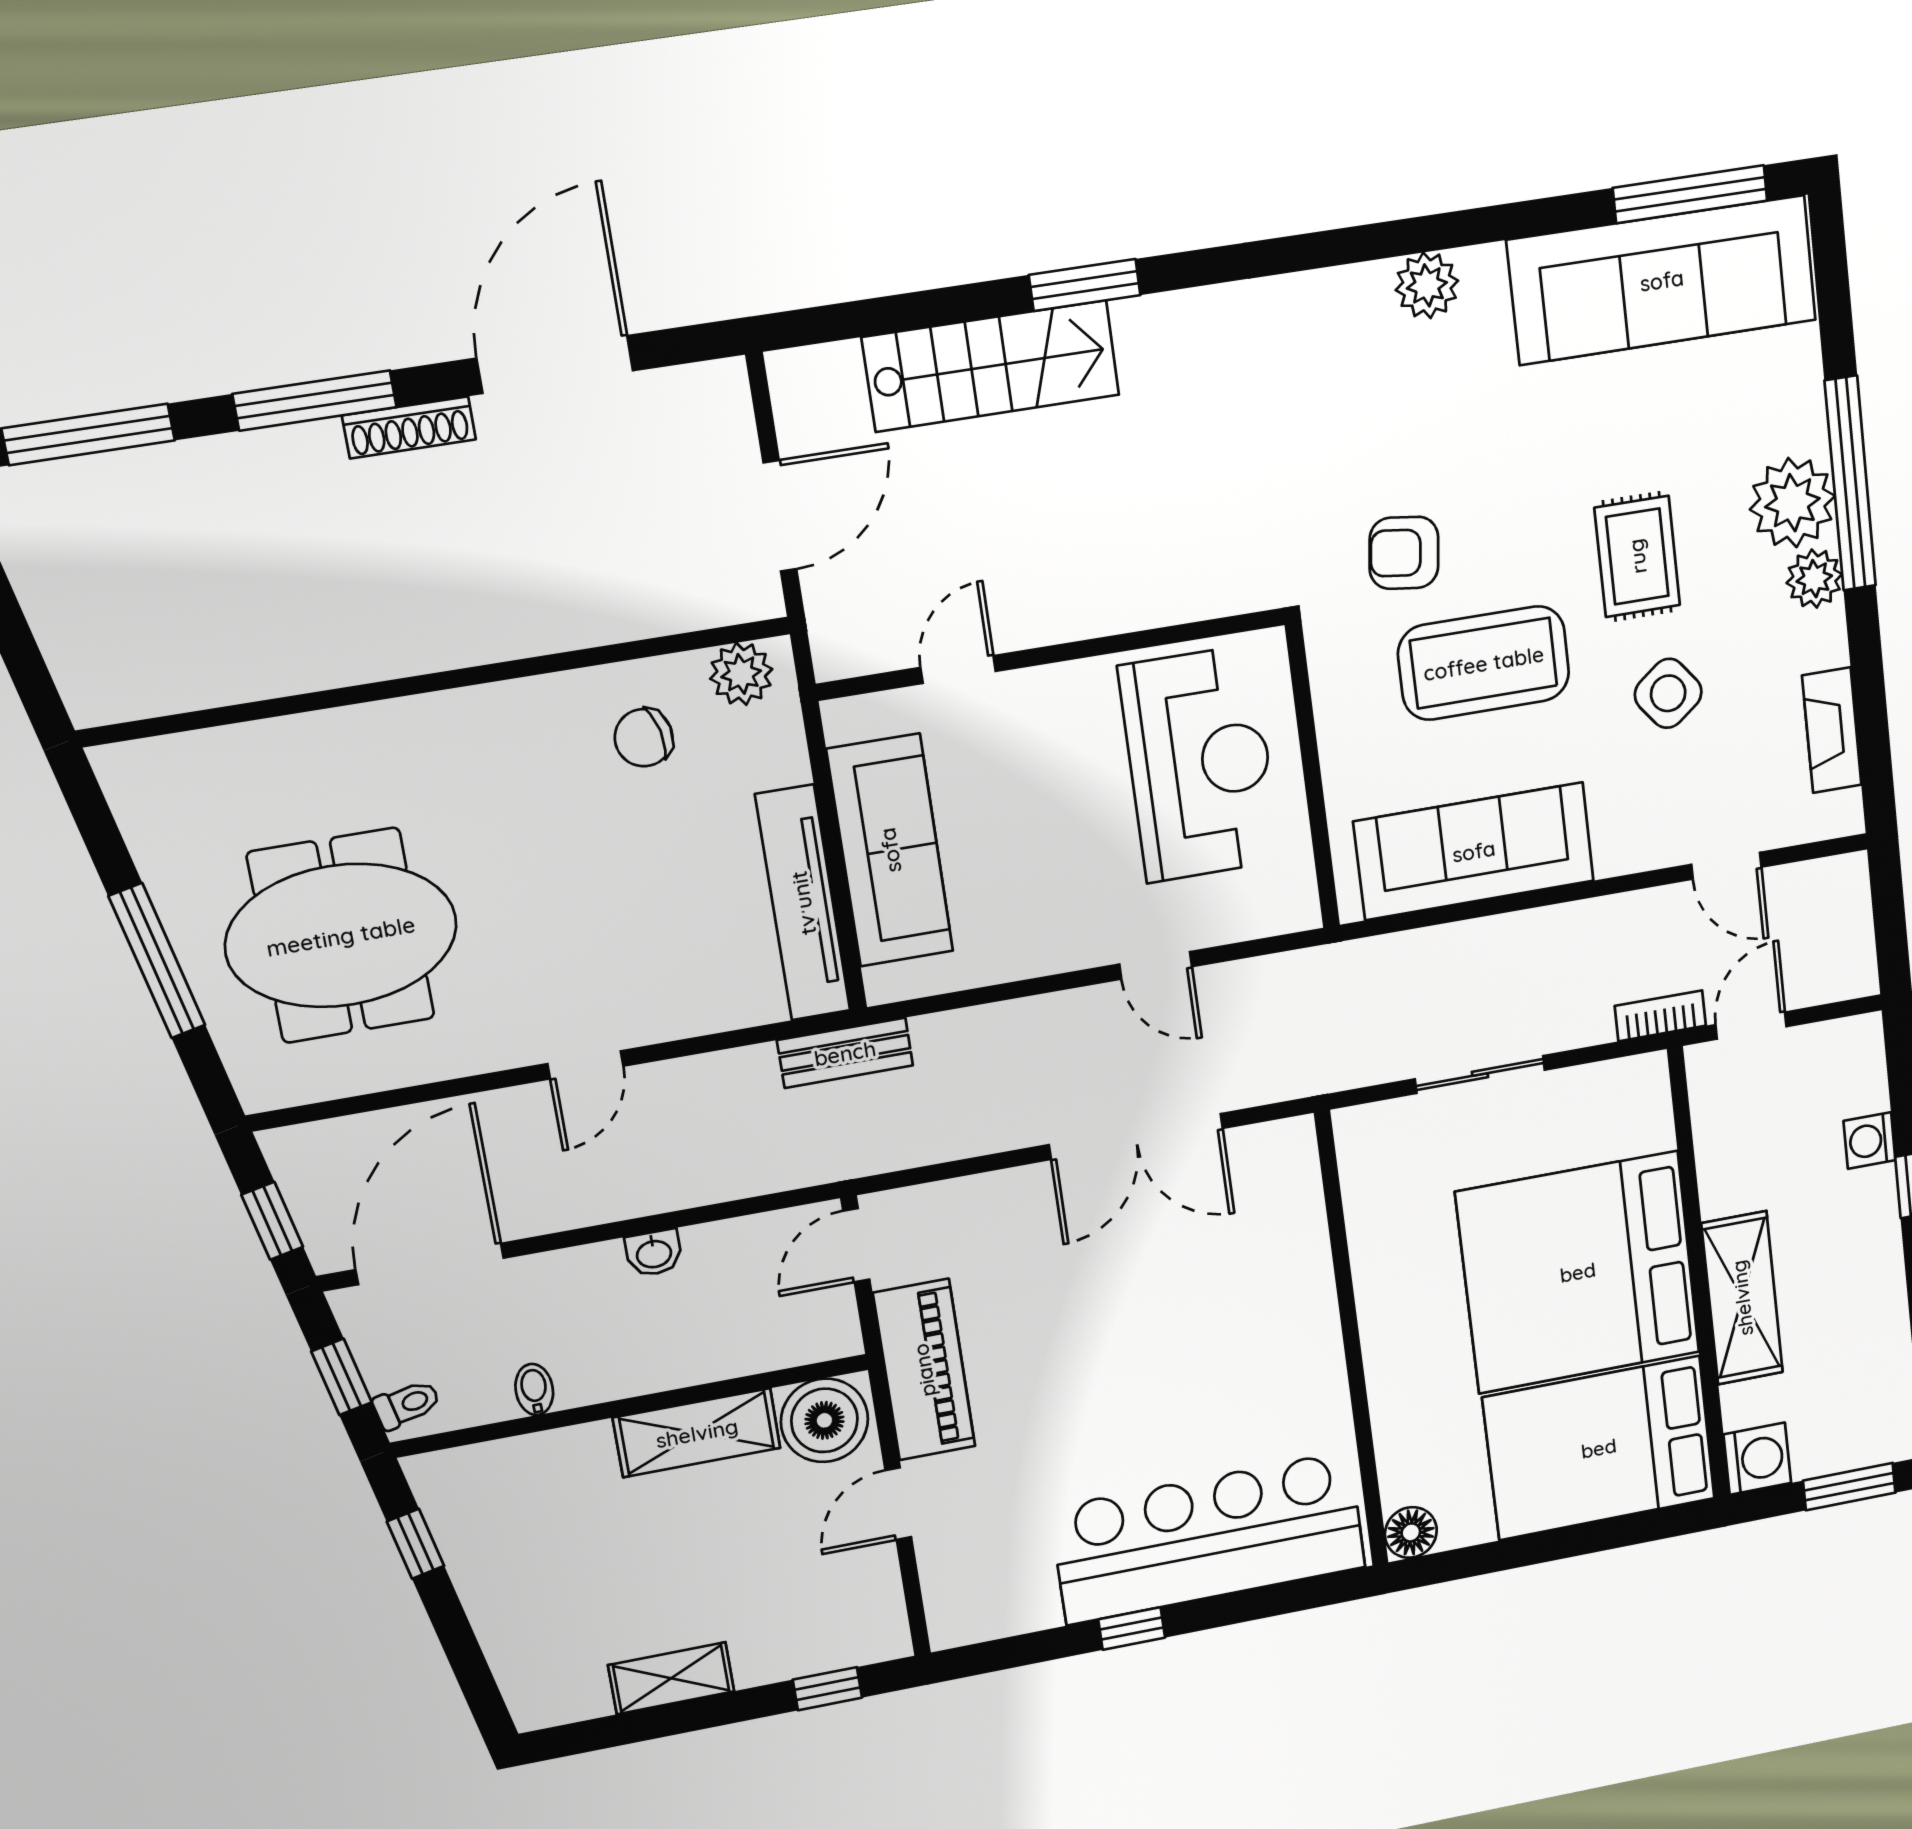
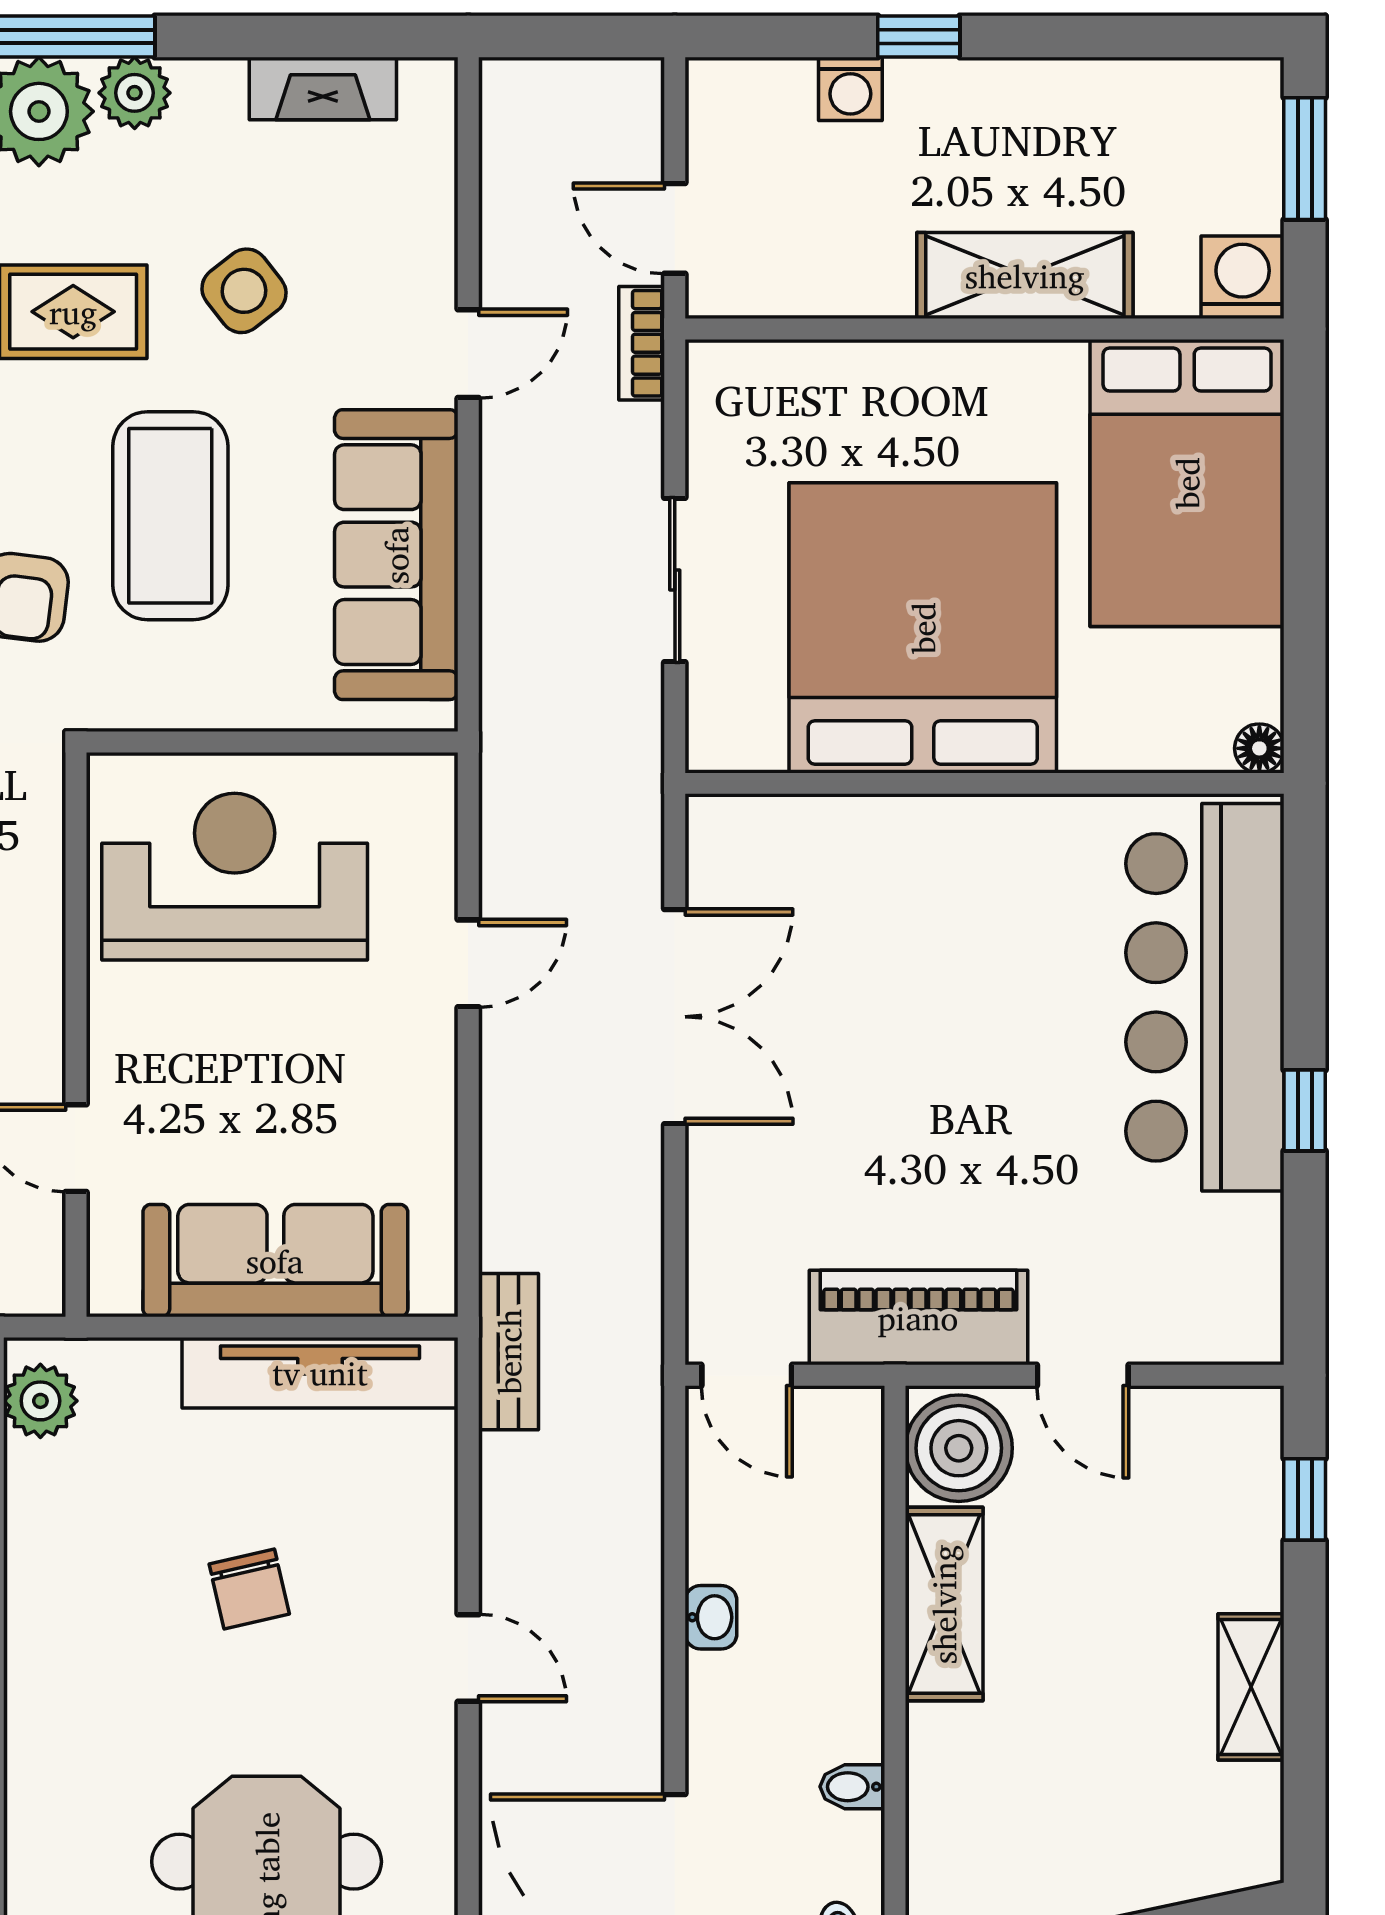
chair: (644, 738) -> (249, 1589), moved
door: (1726, 866) -> (468, 354), moved
bed: (1578, 1272) -> (923, 628), moved, turned 180
floor lamp: (1411, 1532) -> (1259, 748), width x0.73, depth x0.73

